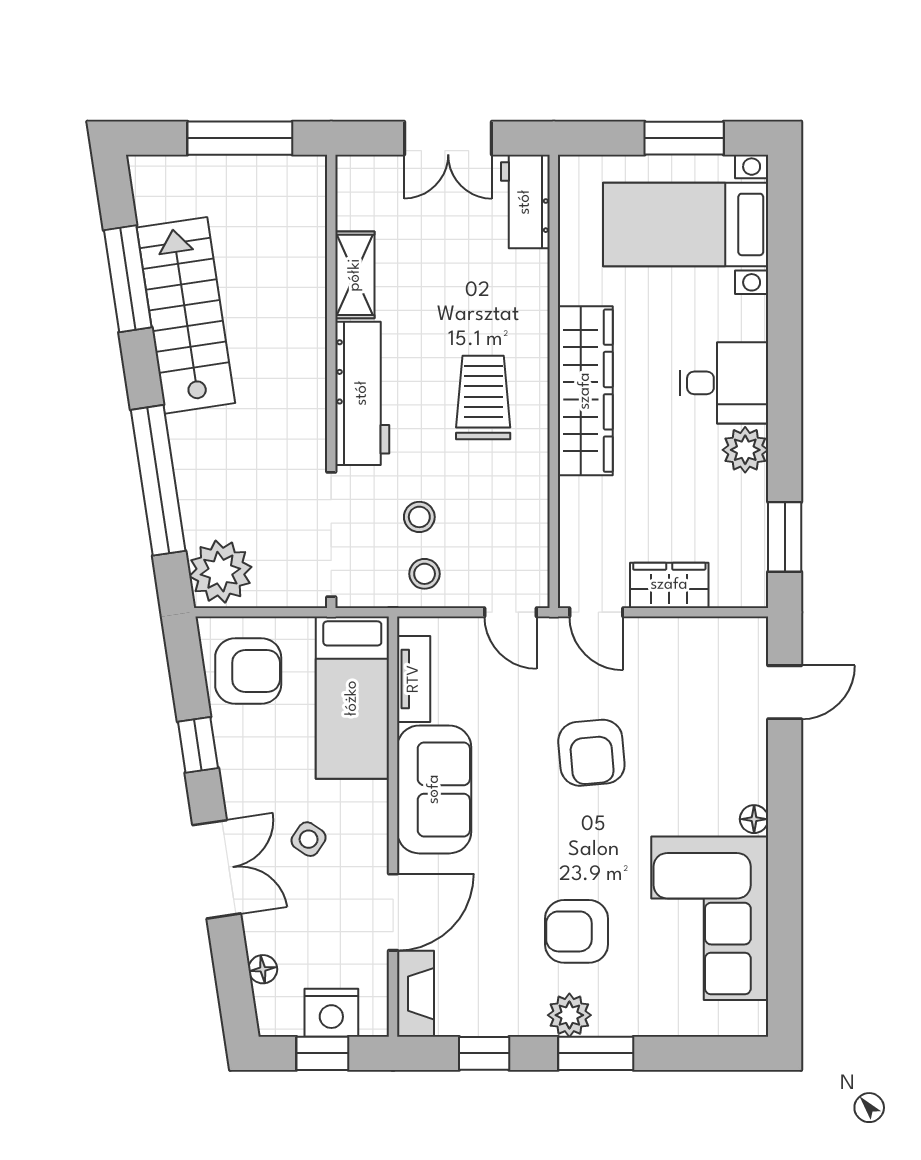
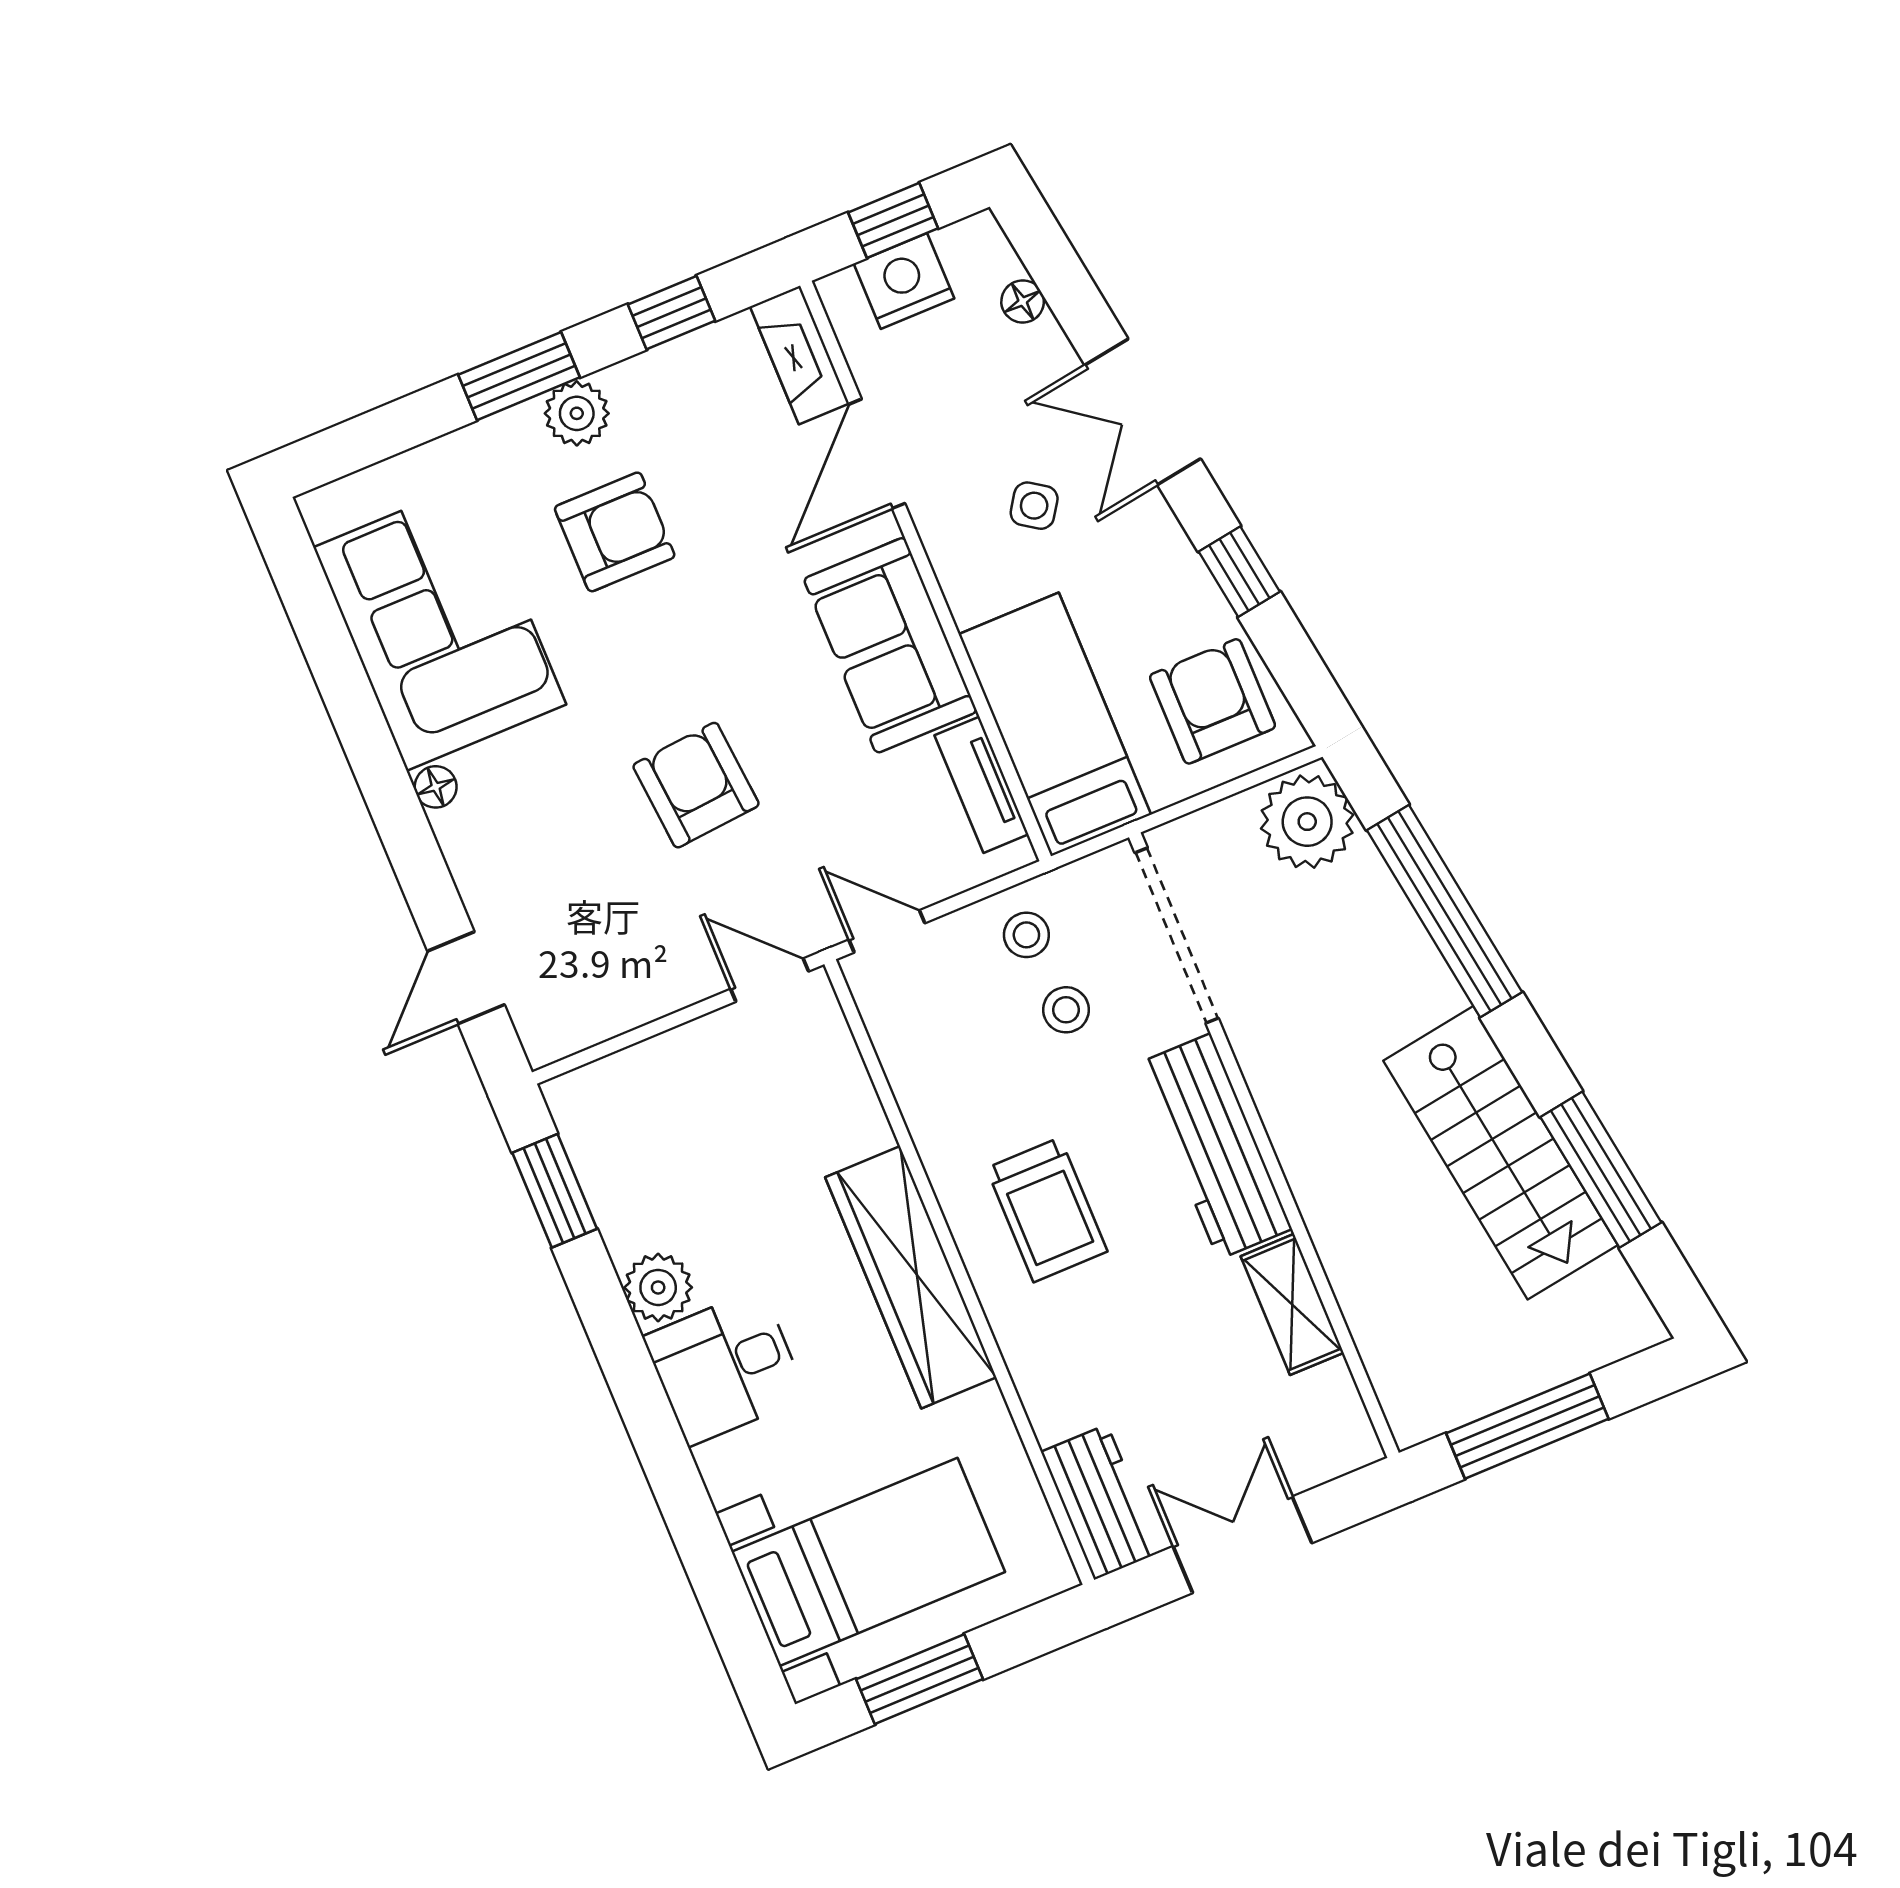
wardrobe: (669, 585) -> (685, 1059), removed
armchair: (248, 671) -> (1213, 701), turned 90

